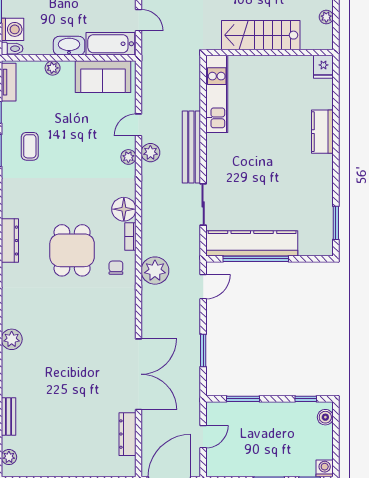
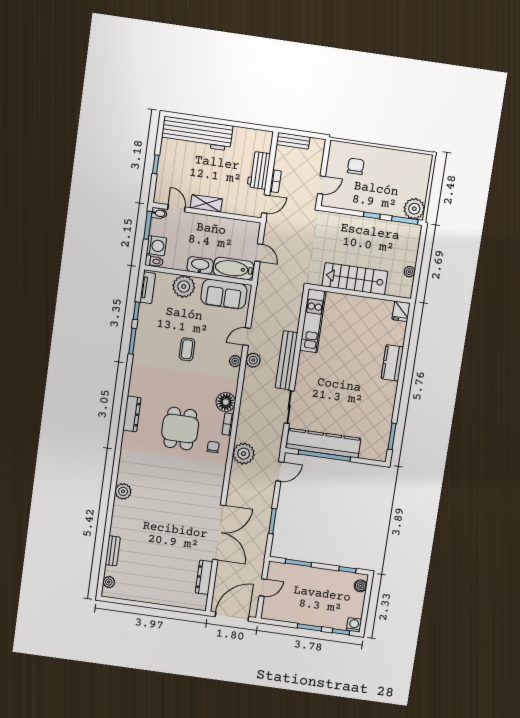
plant: (53, 68) -> (184, 287), width x1.87, depth x1.87
coffee table: (30, 146) -> (187, 349), moved

